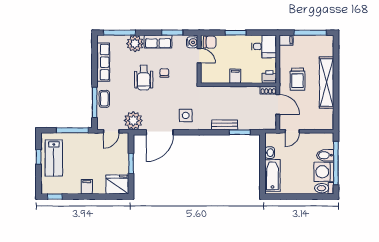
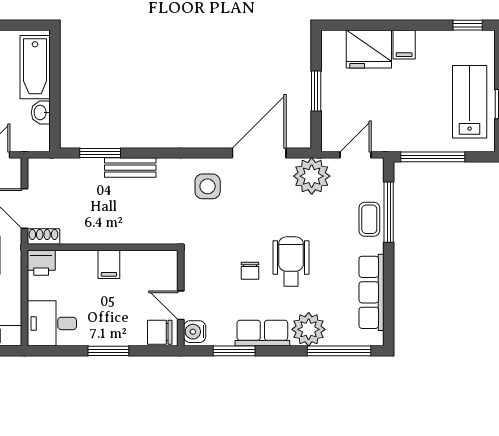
fridge: (117, 185) -> (369, 49), moved

